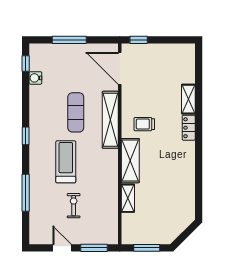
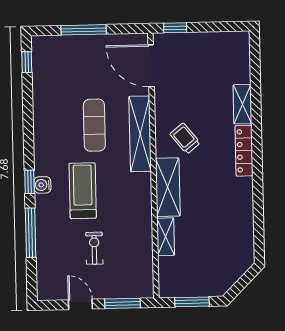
water cooler: (35, 78) -> (42, 185), moved
trolley: (144, 124) -> (185, 139), turned 51
locker: (189, 128) -> (244, 151), width x1.53
window: (26, 136) -> (29, 182), moved

